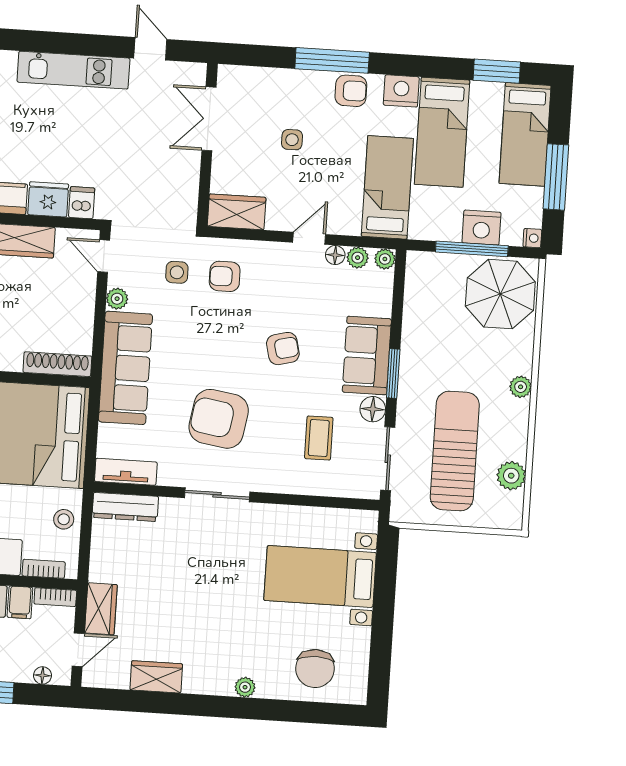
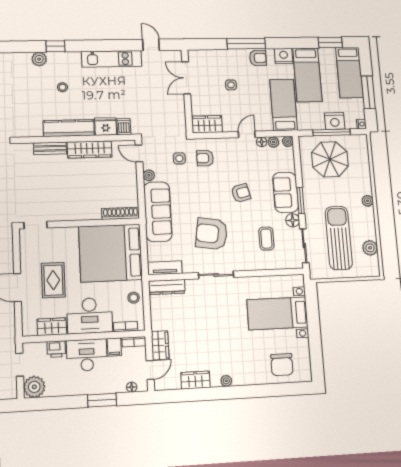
parasol: (500, 294) -> (330, 159), moved
plant: (245, 687) -> (226, 381), moved

